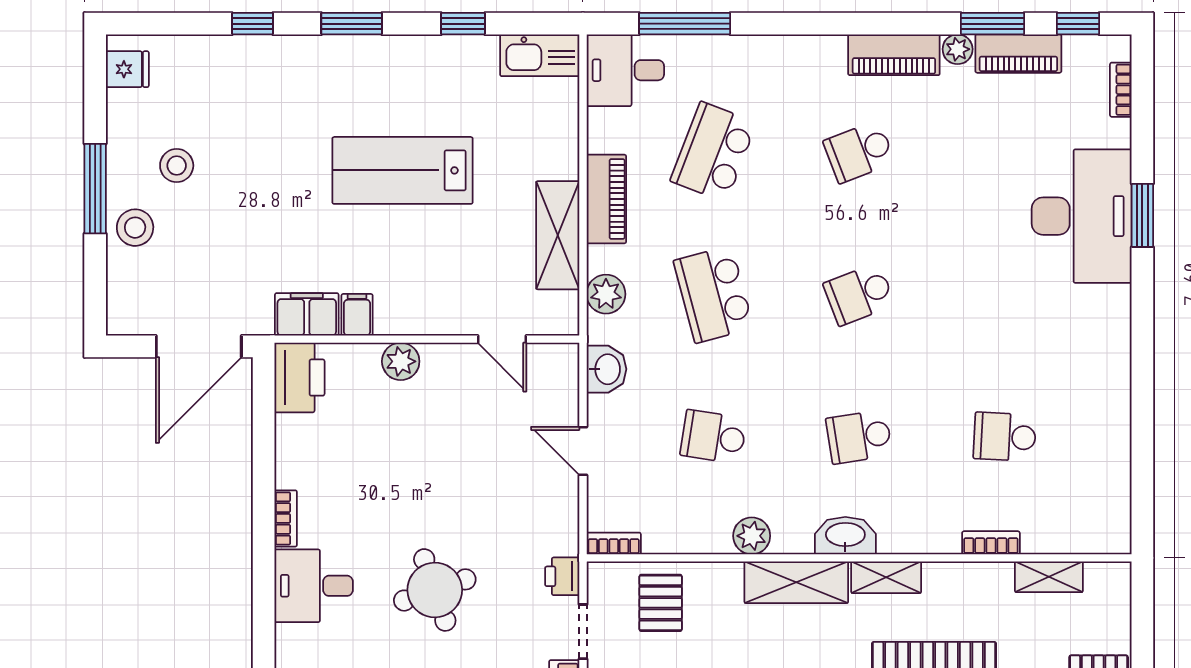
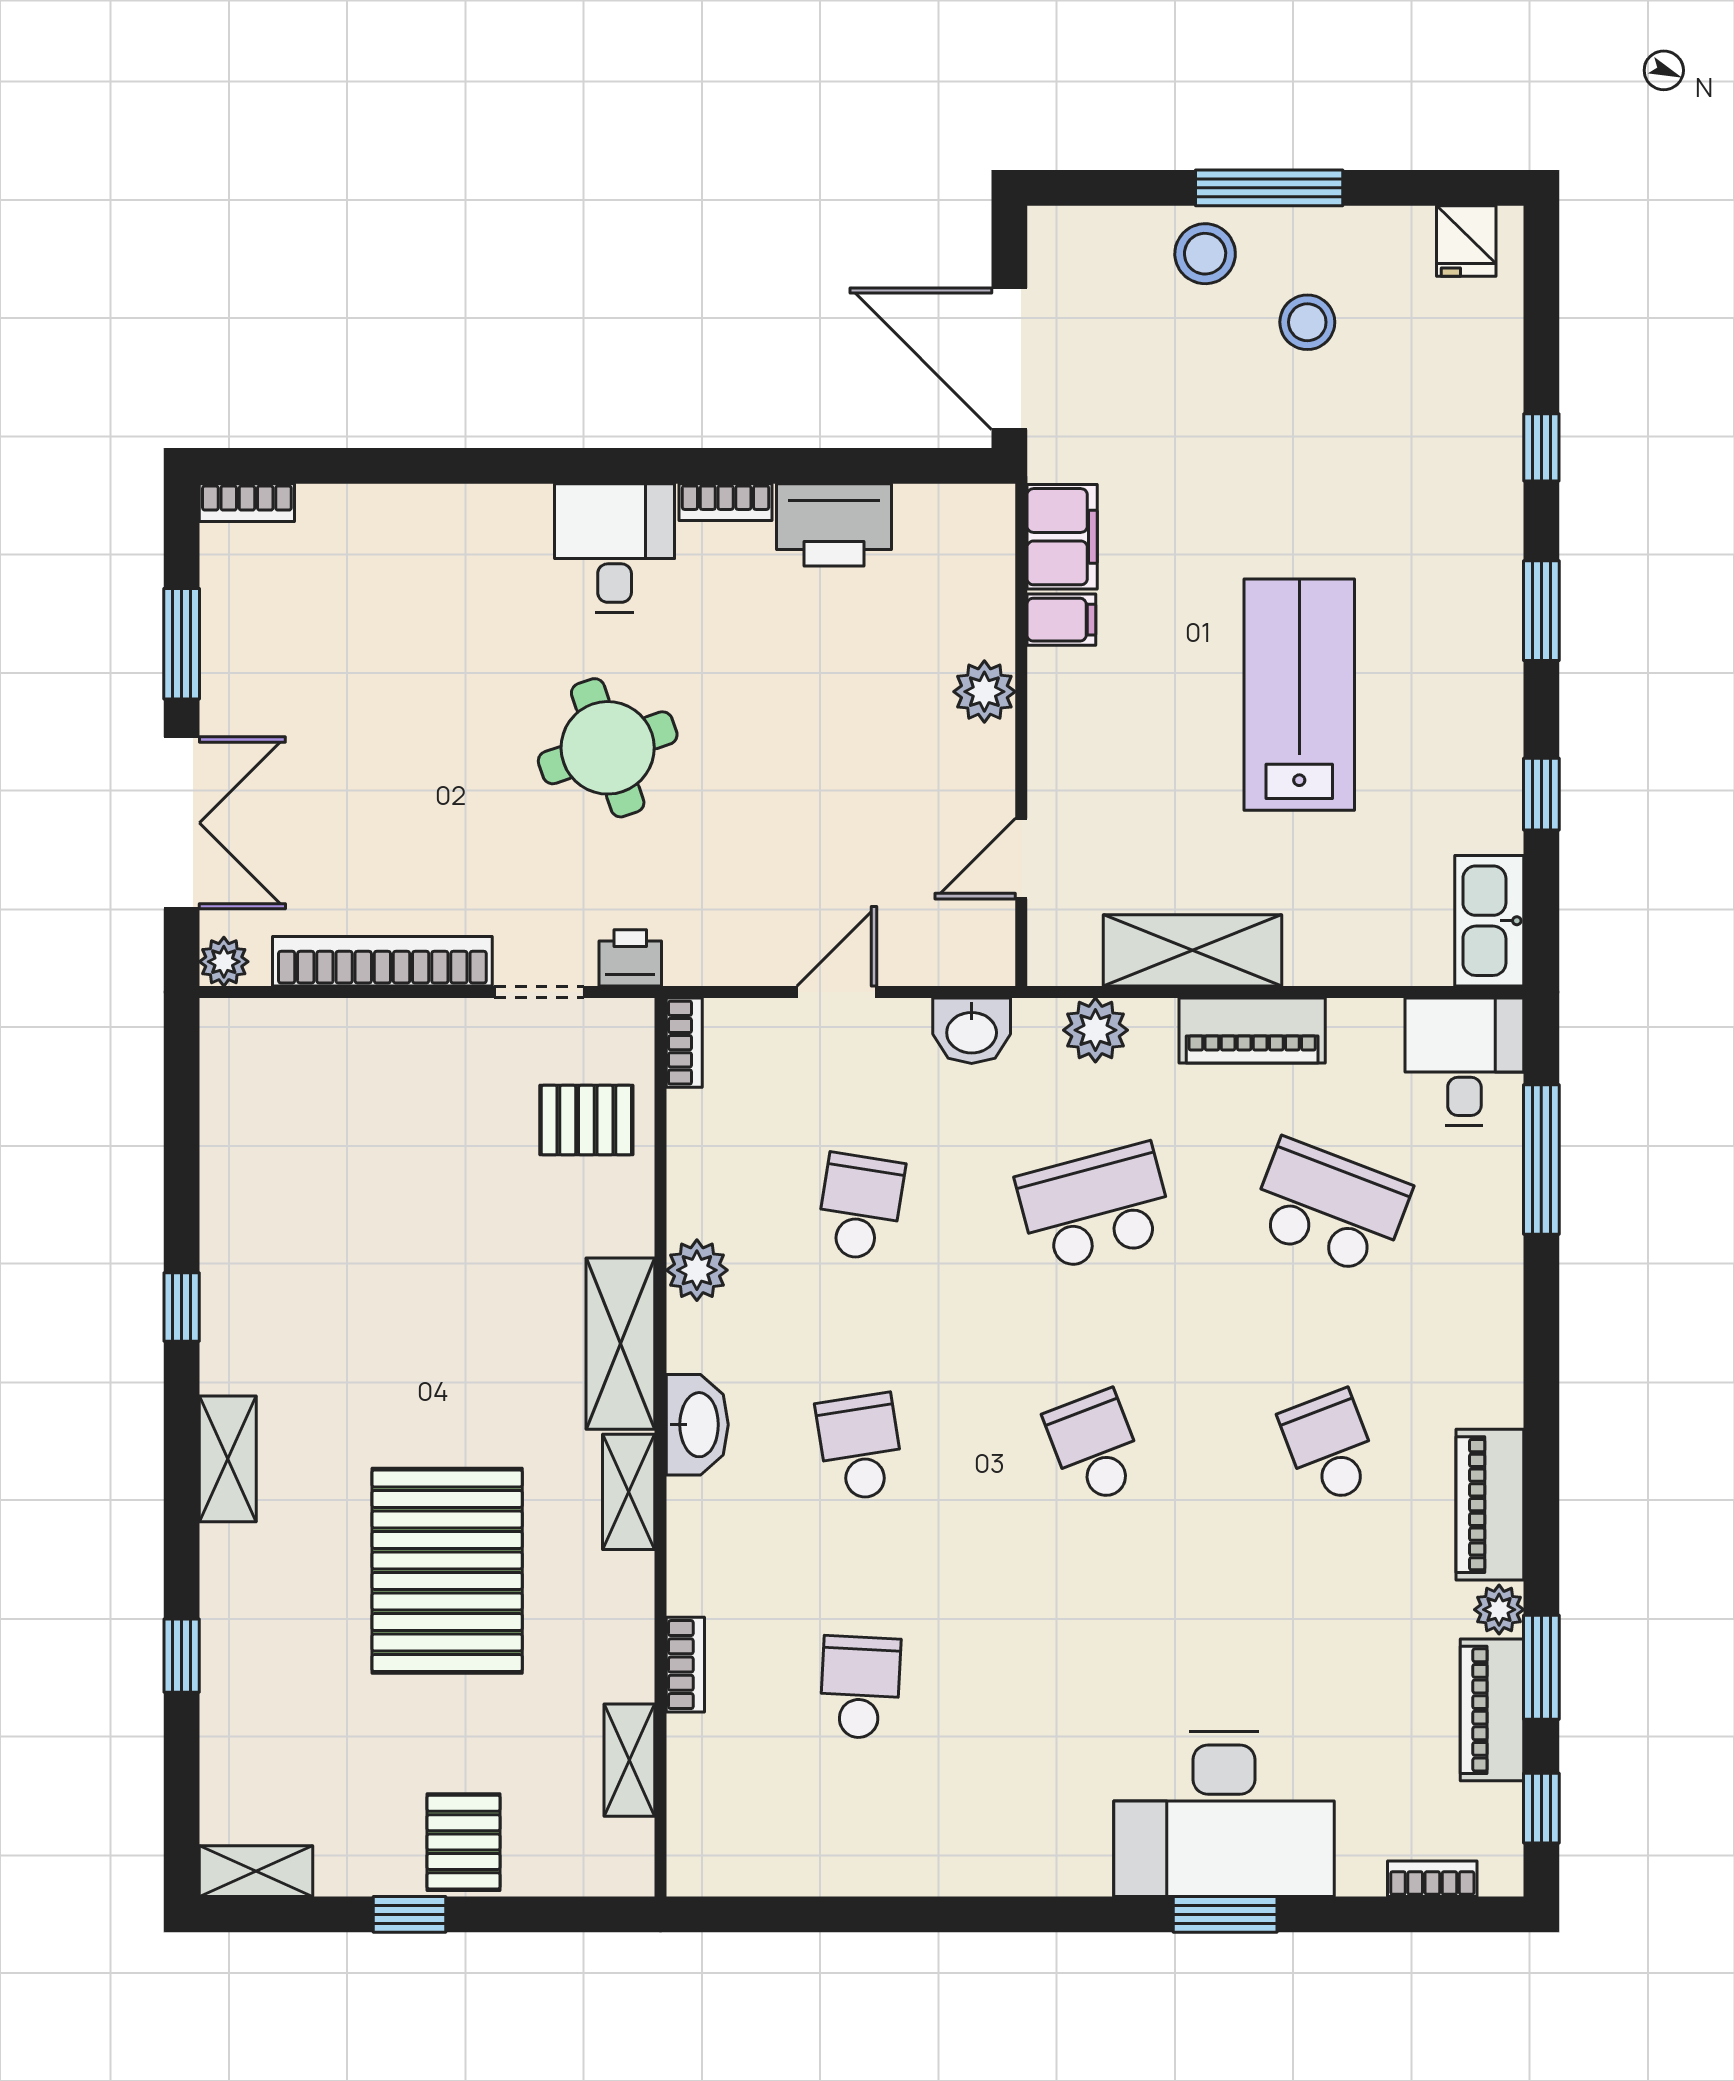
printer: (300, 378) -> (834, 525), moved

